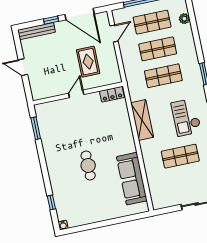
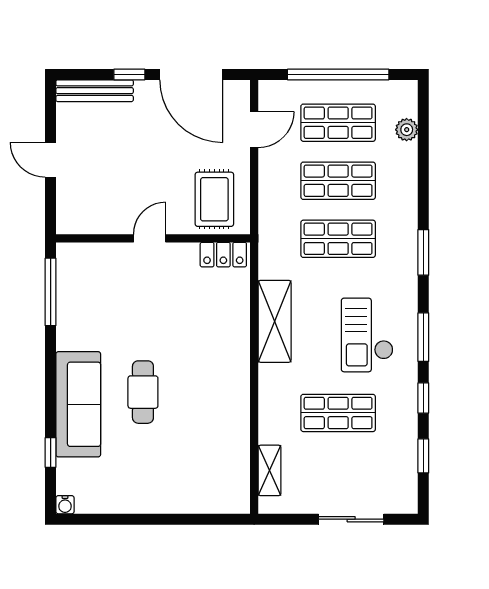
rug: (88, 62) -> (214, 199), moved
window: (36, 128) -> (51, 292), width x1.44
sofa: (132, 179) -> (78, 404), moved, turned 180
shelving: (154, 189) -> (270, 470), added

